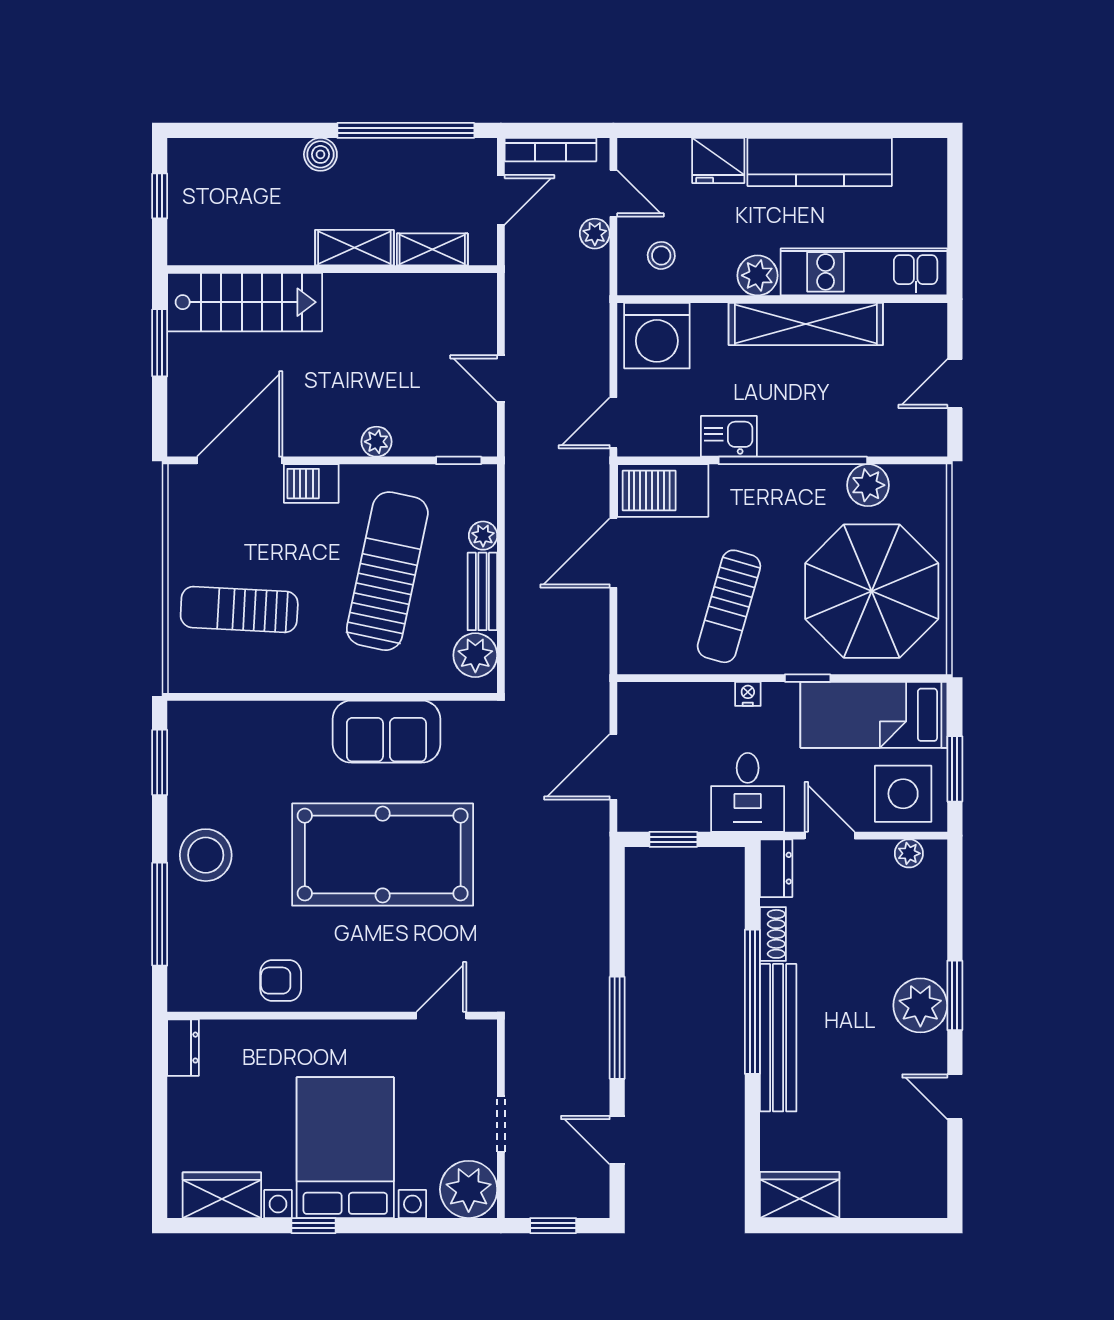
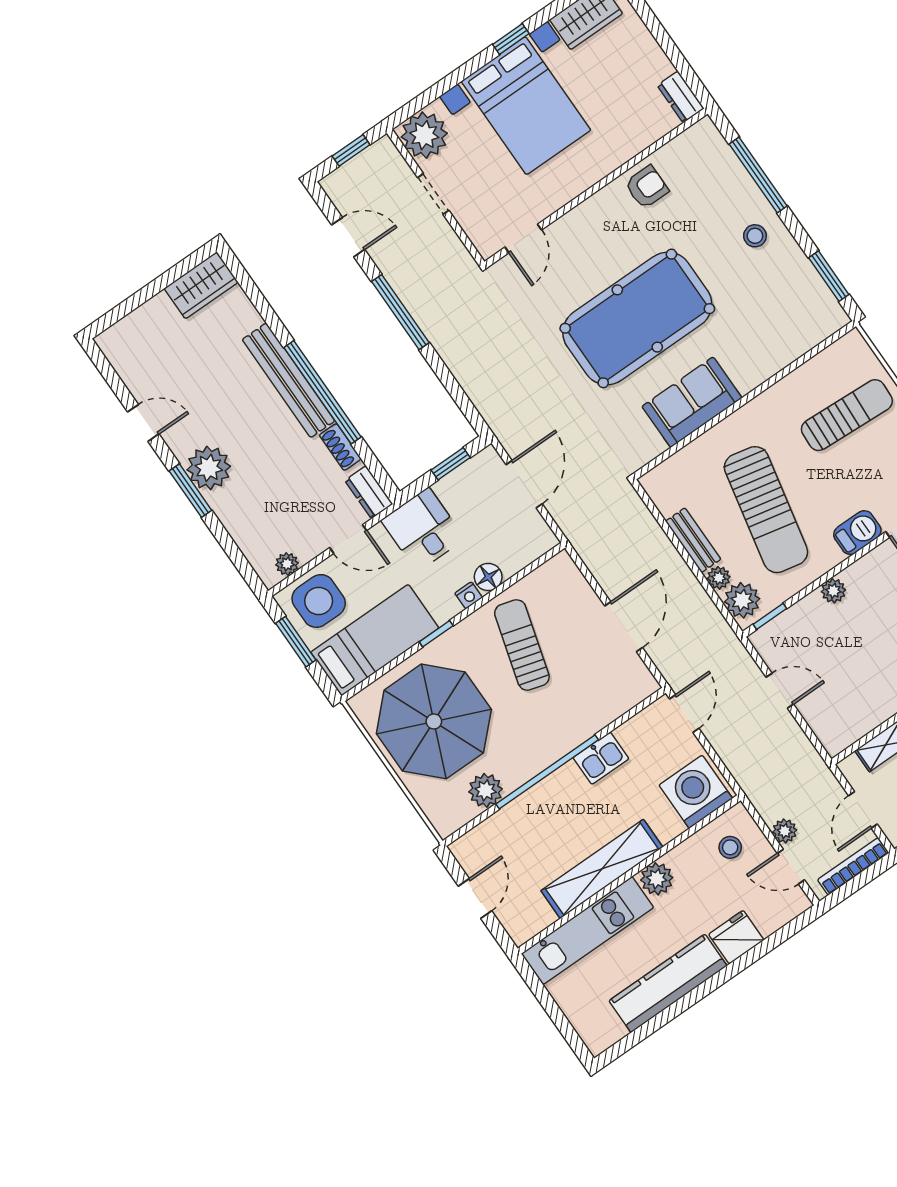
barbecue: (663, 490) -> (620, 691), removed
plant: (475, 655) -> (742, 600), moved
floor lamp: (715, 699) -> (488, 577), added
stool: (206, 855) -> (755, 236), width x0.53, depth x0.53

